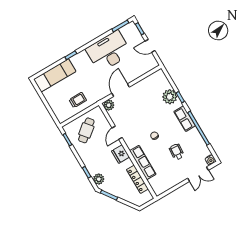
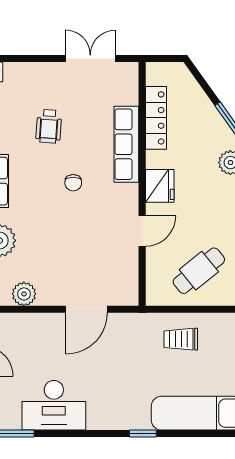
desk: (109, 51) -> (54, 405), width x0.73, depth x0.77
plant: (109, 105) -> (24, 294), moved
double door: (198, 174) -> (90, 59), moved

